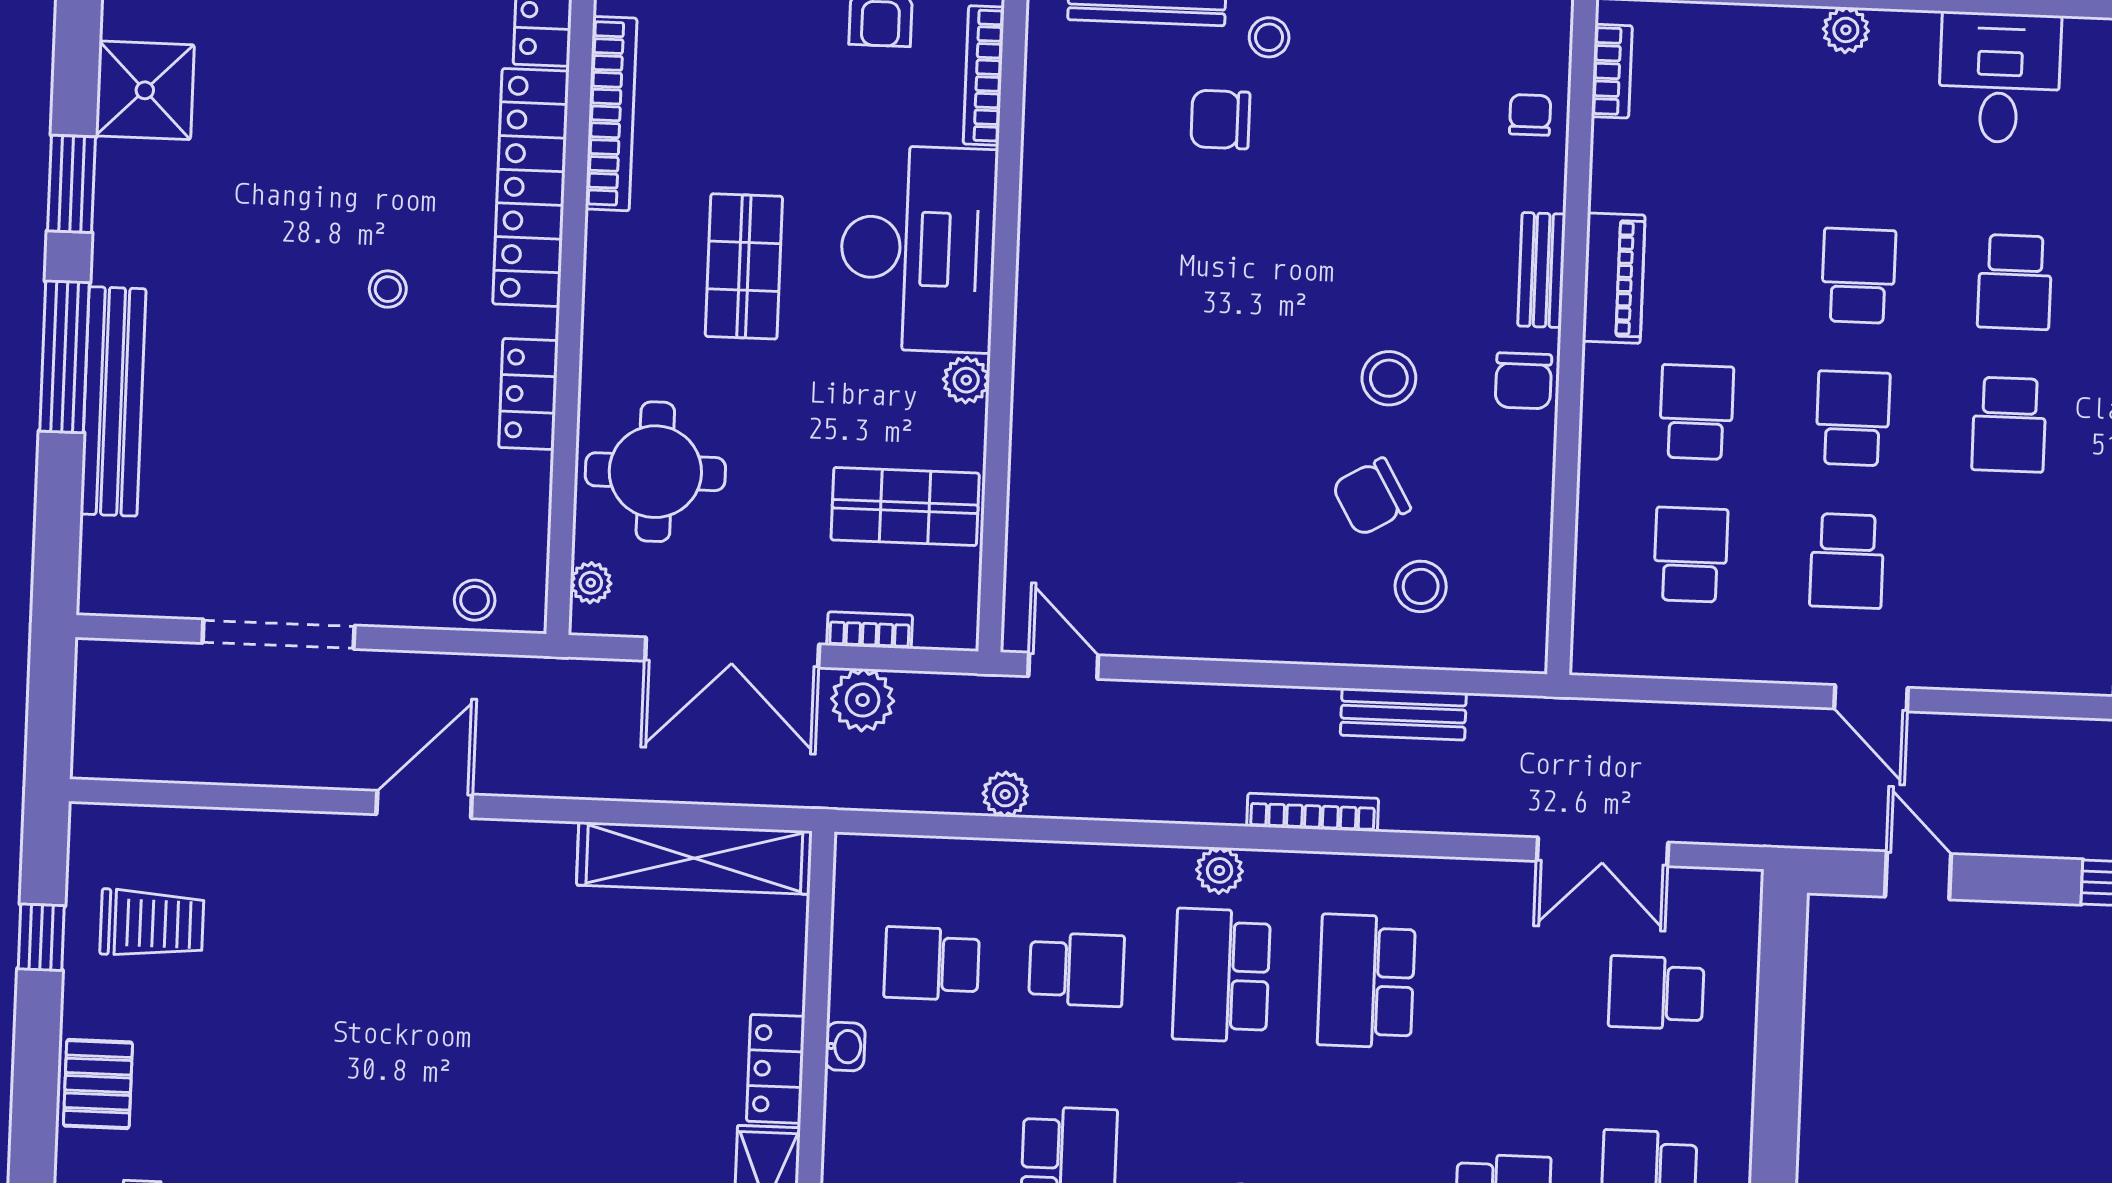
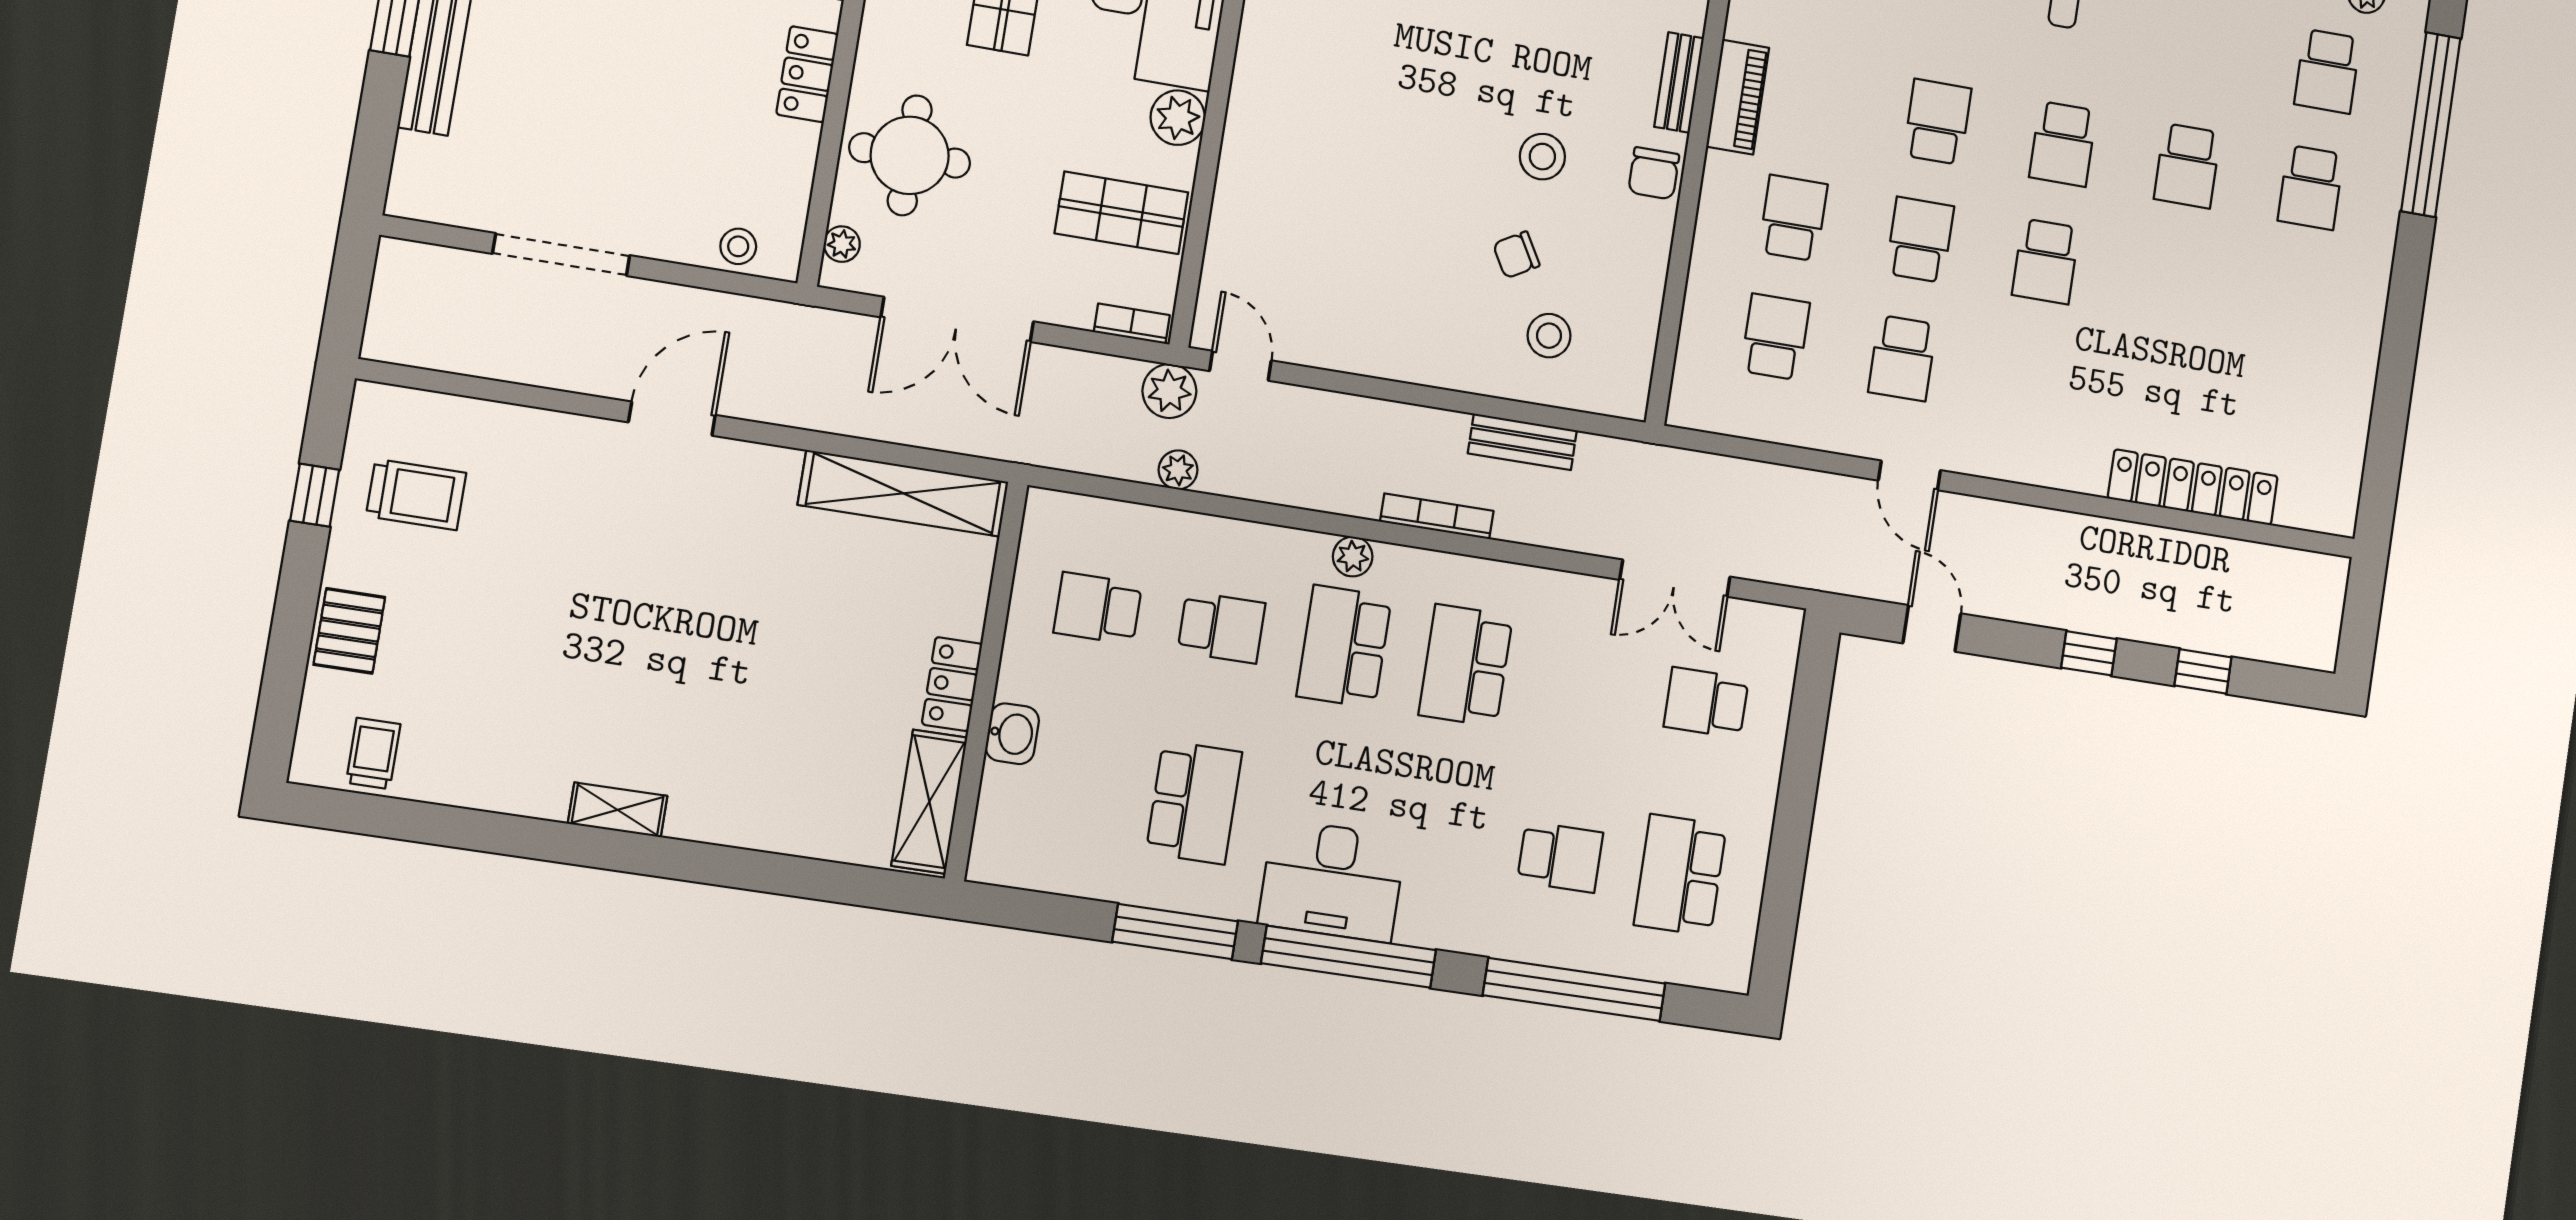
plant: (966, 380) -> (1178, 118), width x1.38, depth x1.38
chair: (1371, 497) -> (1516, 255), width x0.73, depth x0.73
bookcase: (870, 630) -> (1132, 324), moved
plant: (863, 700) -> (1169, 391), moved
washbasin: (845, 1047) -> (1012, 734), moved, width x1.38, depth x1.45

